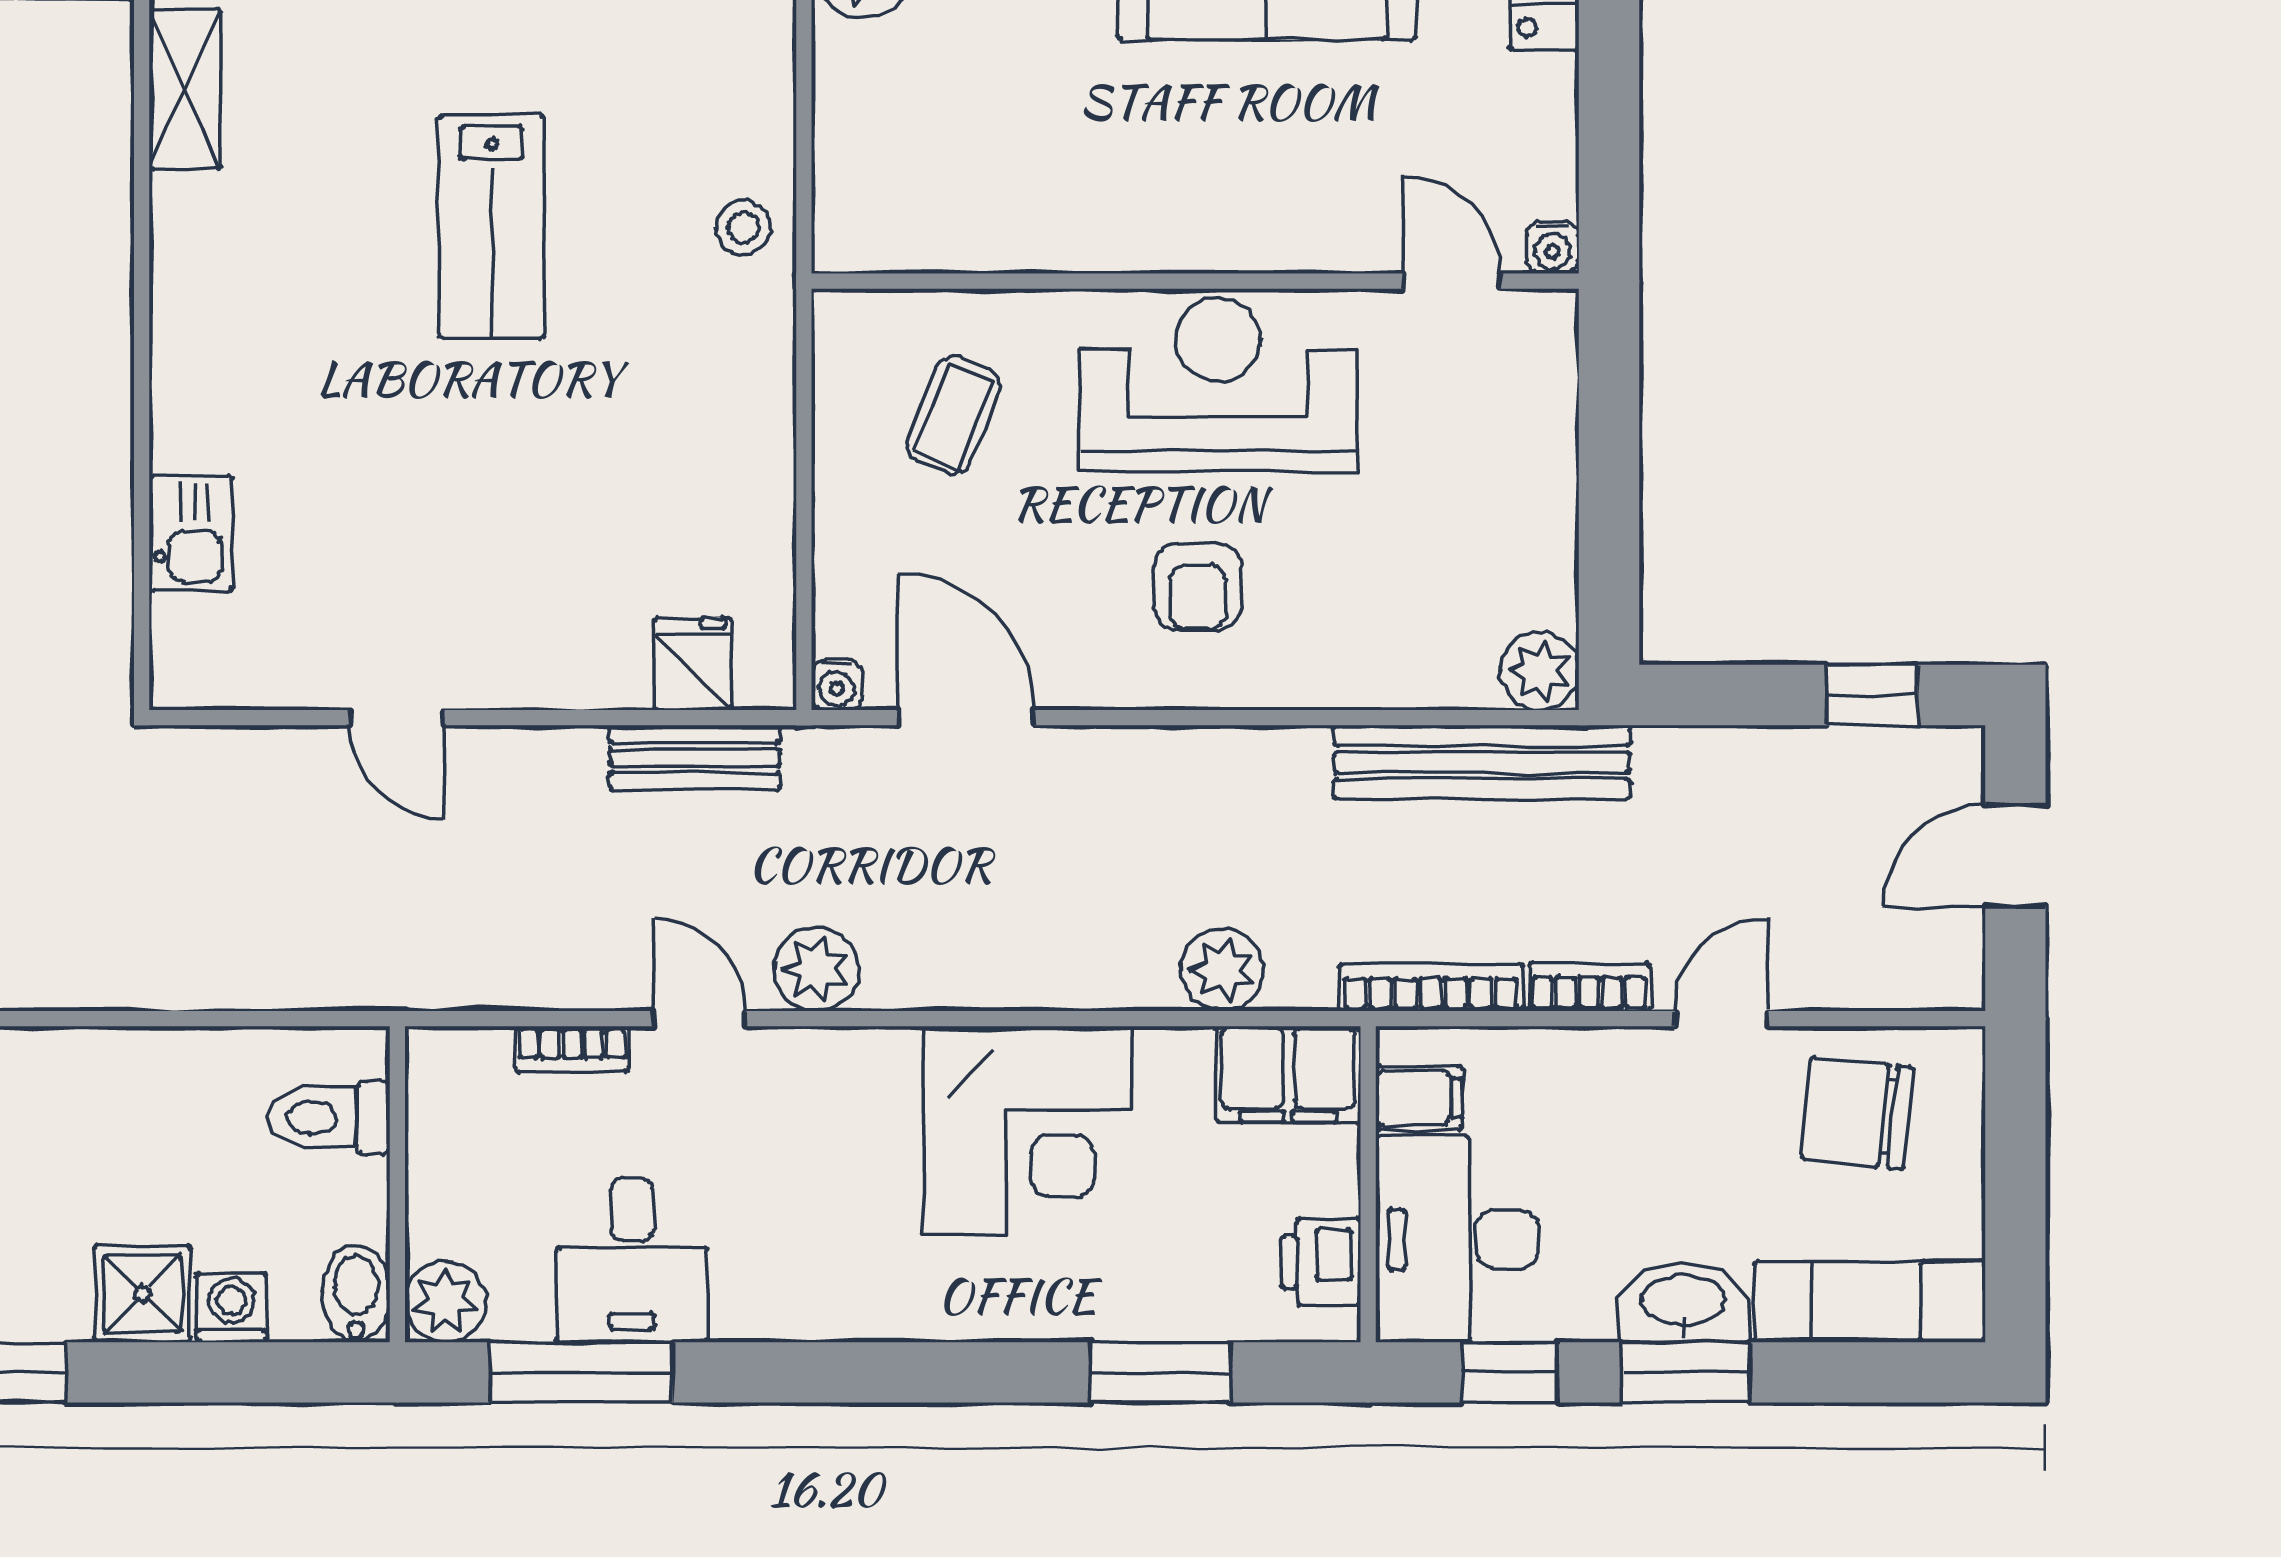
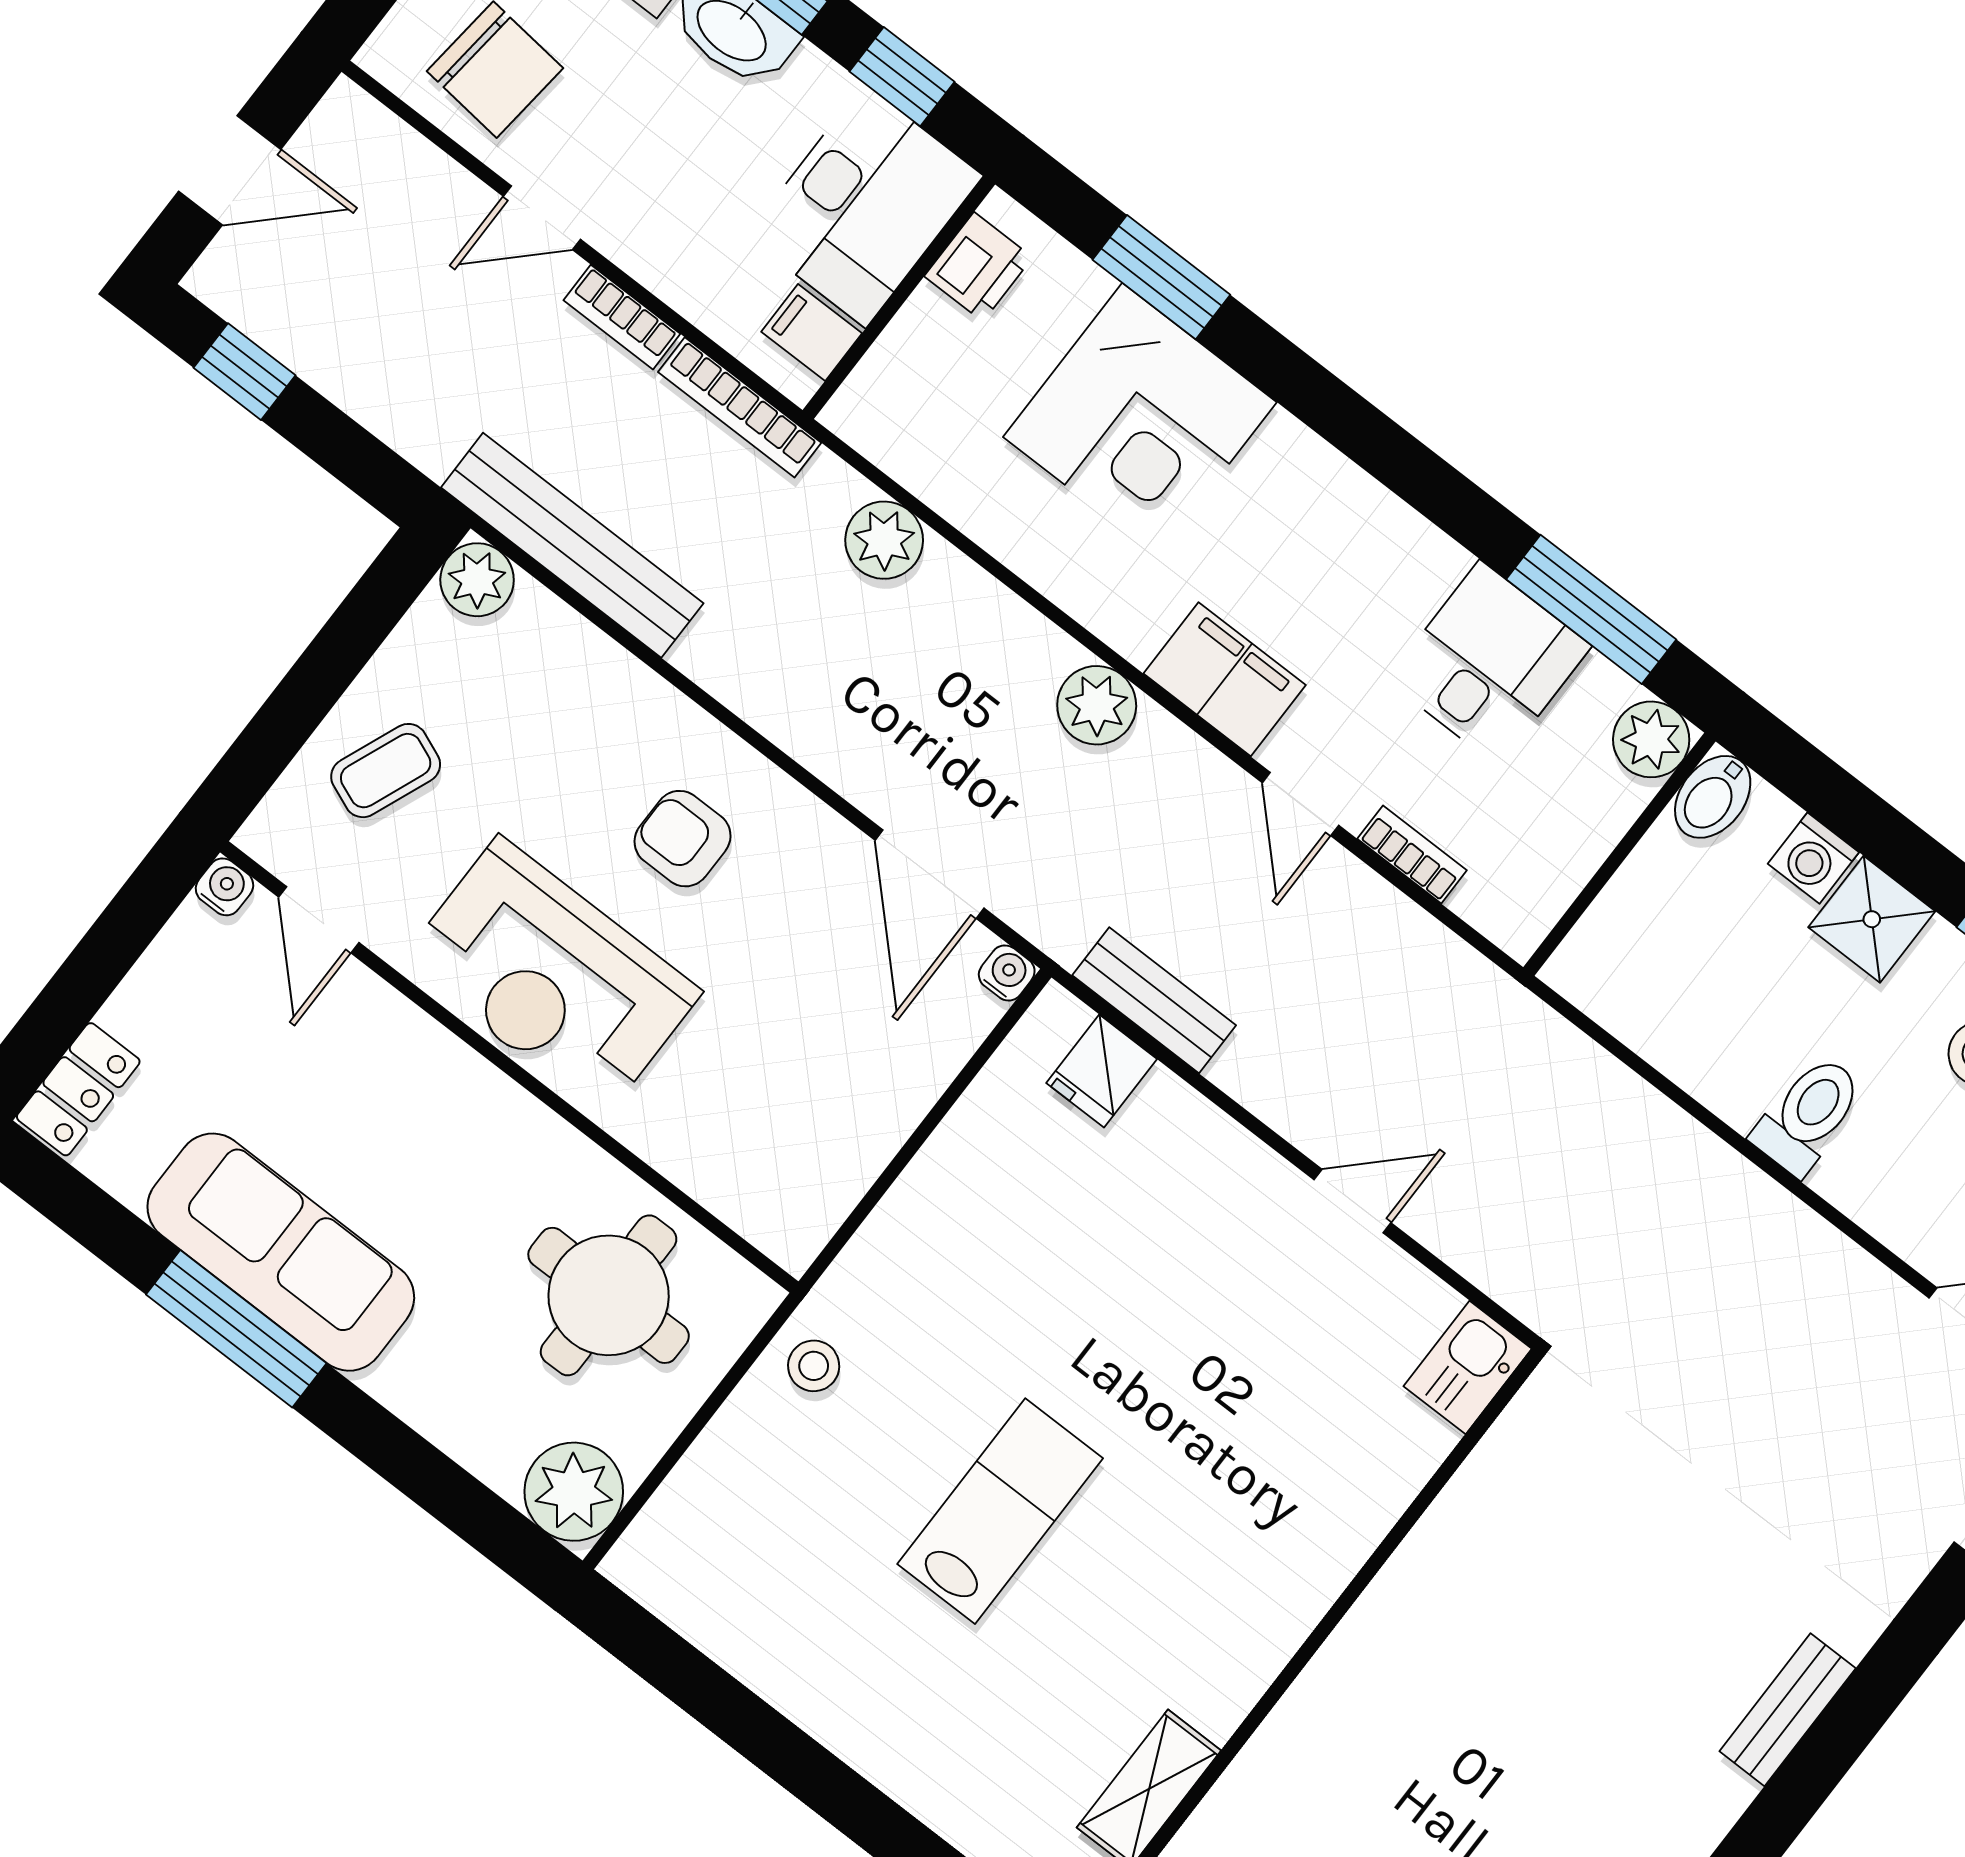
round table: (962, 153) -> (609, 1295), added
coffee table: (953, 415) -> (386, 771), moved
kitchen sink: (191, 533) -> (1468, 1367), moved
armchair: (1198, 587) -> (683, 839), turned -90
door: (396, 718) -> (1353, 1201), hinge flipped
plant: (817, 969) -> (1097, 705), moved
filing cabinet: (1288, 1074) -> (1225, 679), moved
toilet: (329, 1118) -> (1808, 1115), moved, turned -90
corner desk: (1027, 1130) -> (1140, 420), moved, turned 180

